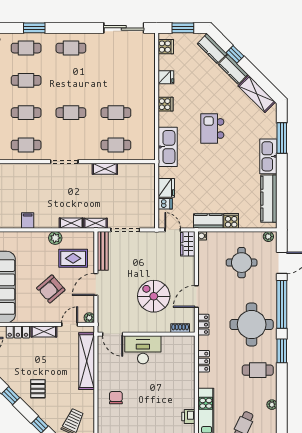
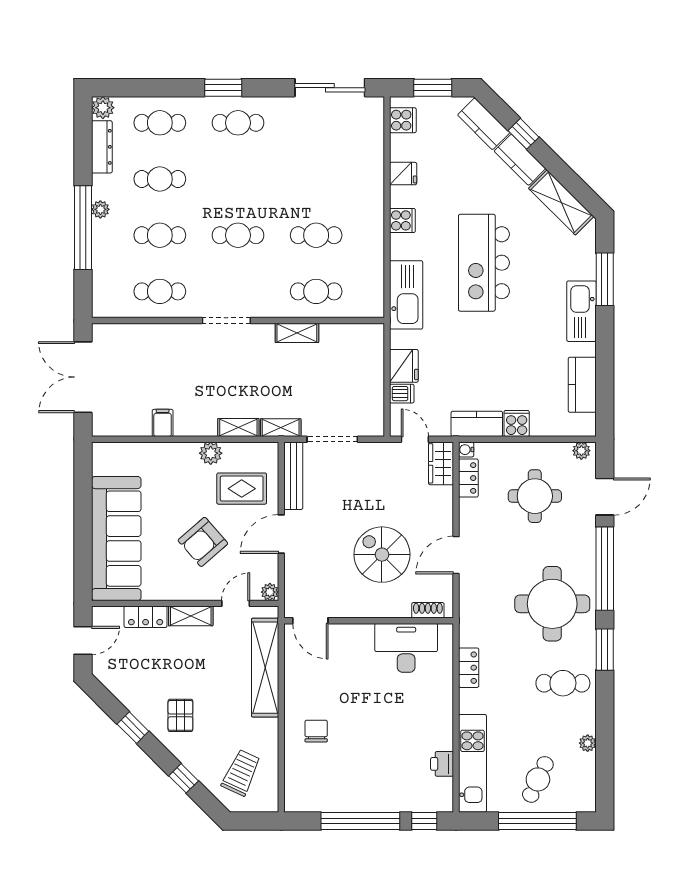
window: (34, 28) -> (223, 88), moved
kitchen island: (212, 128) -> (484, 263), width x1.87, depth x1.28
kitchen counter: (269, 199) -> (582, 385), width x0.67
locker: (203, 325) -> (468, 478), moved
desk: (143, 350) -> (406, 648), moved

